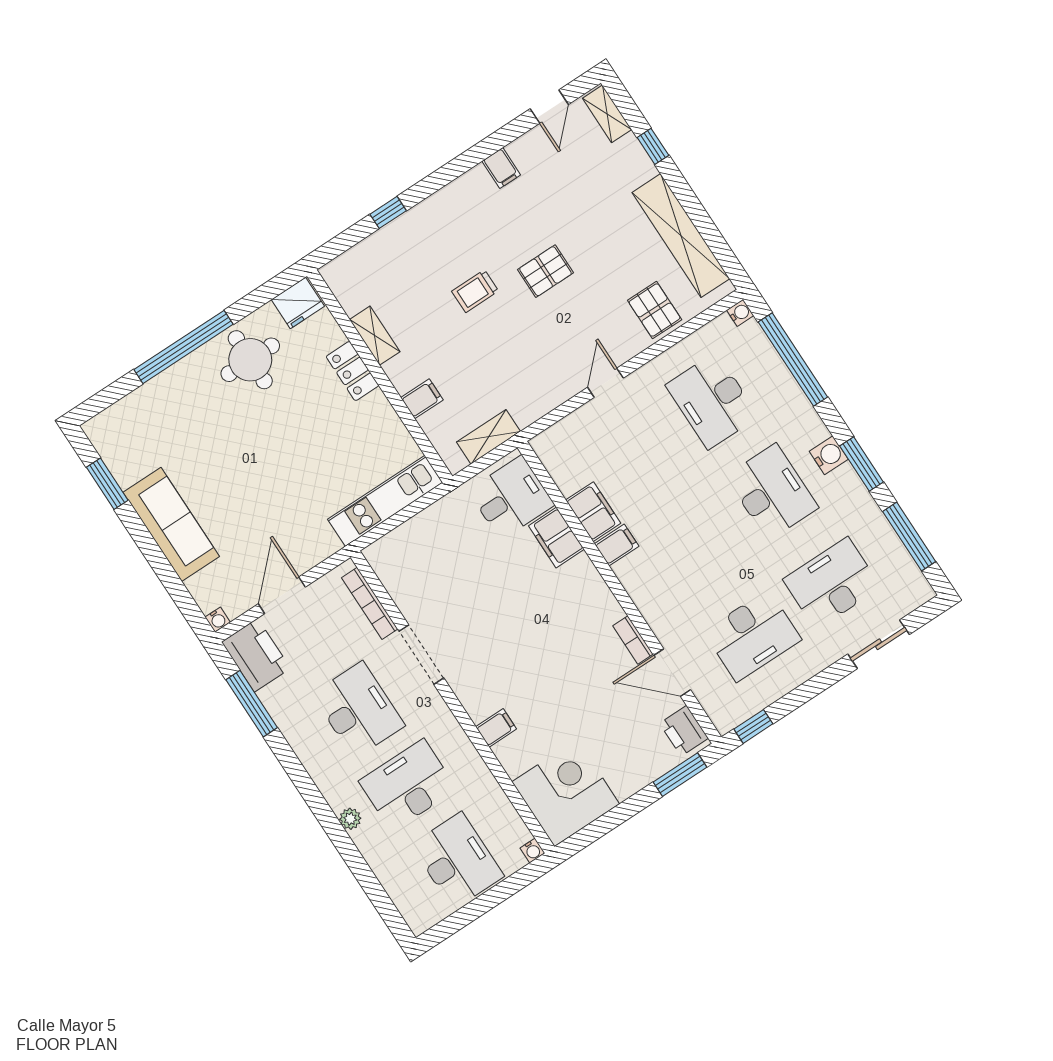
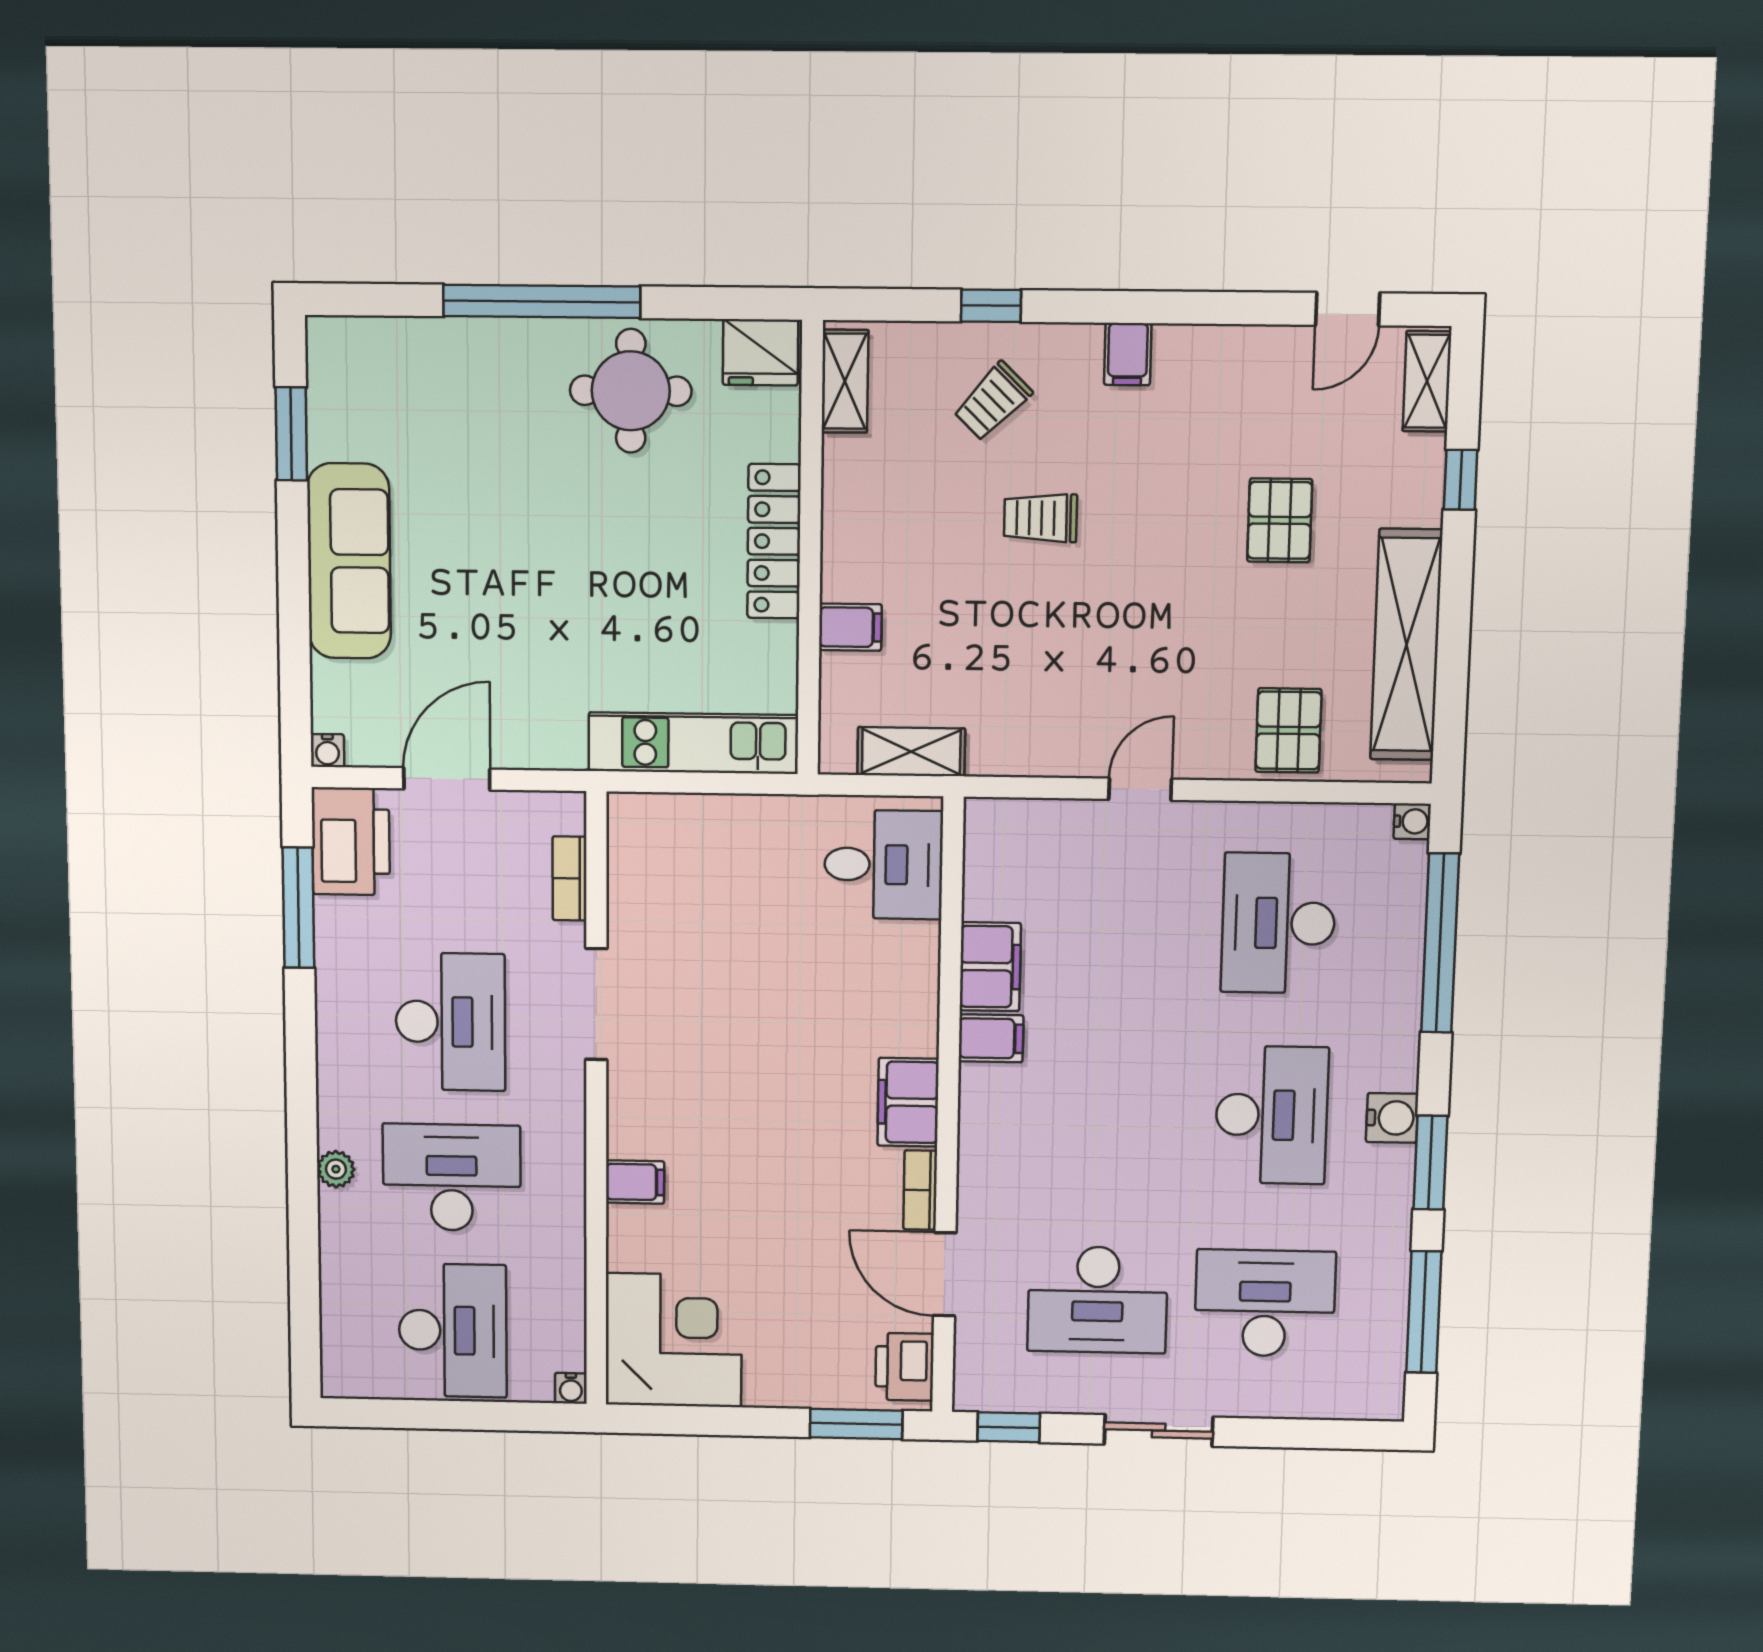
filing cabinet: (501, 168) -> (1128, 354), moved
trolley: (418, 254) -> (993, 401), added
pallet: (545, 271) -> (1280, 520), moved, turned 90
shelving: (375, 336) -> (845, 381), moved
locker: (353, 371) -> (774, 541), width x1.53
filing cabinet: (556, 537) -> (908, 1102), moved
bookcase: (370, 603) -> (570, 879), width x0.64
sliding door: (879, 644) -> (1159, 1431), moved

